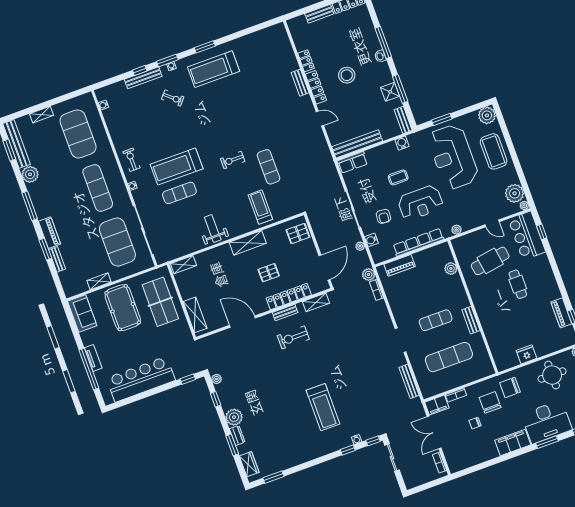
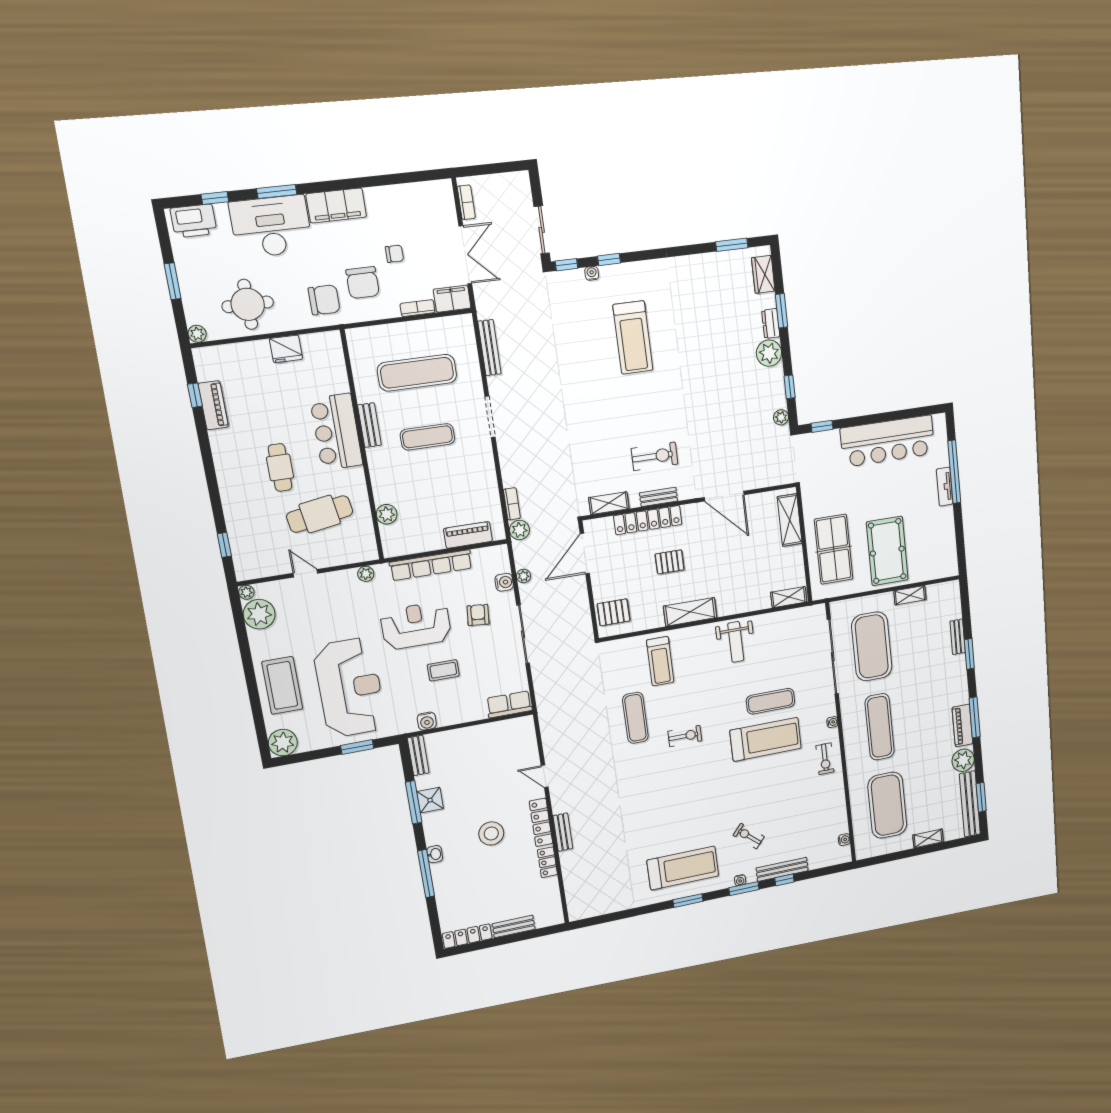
bench: (357, 144) -> (496, 731), removed
piano: (49, 233) -> (962, 726), moved
bar counter: (527, 236) -> (336, 432), moved, turned 180
sofa: (82, 313) -> (944, 554), removed
treadmill: (323, 407) -> (633, 338), turned 180

